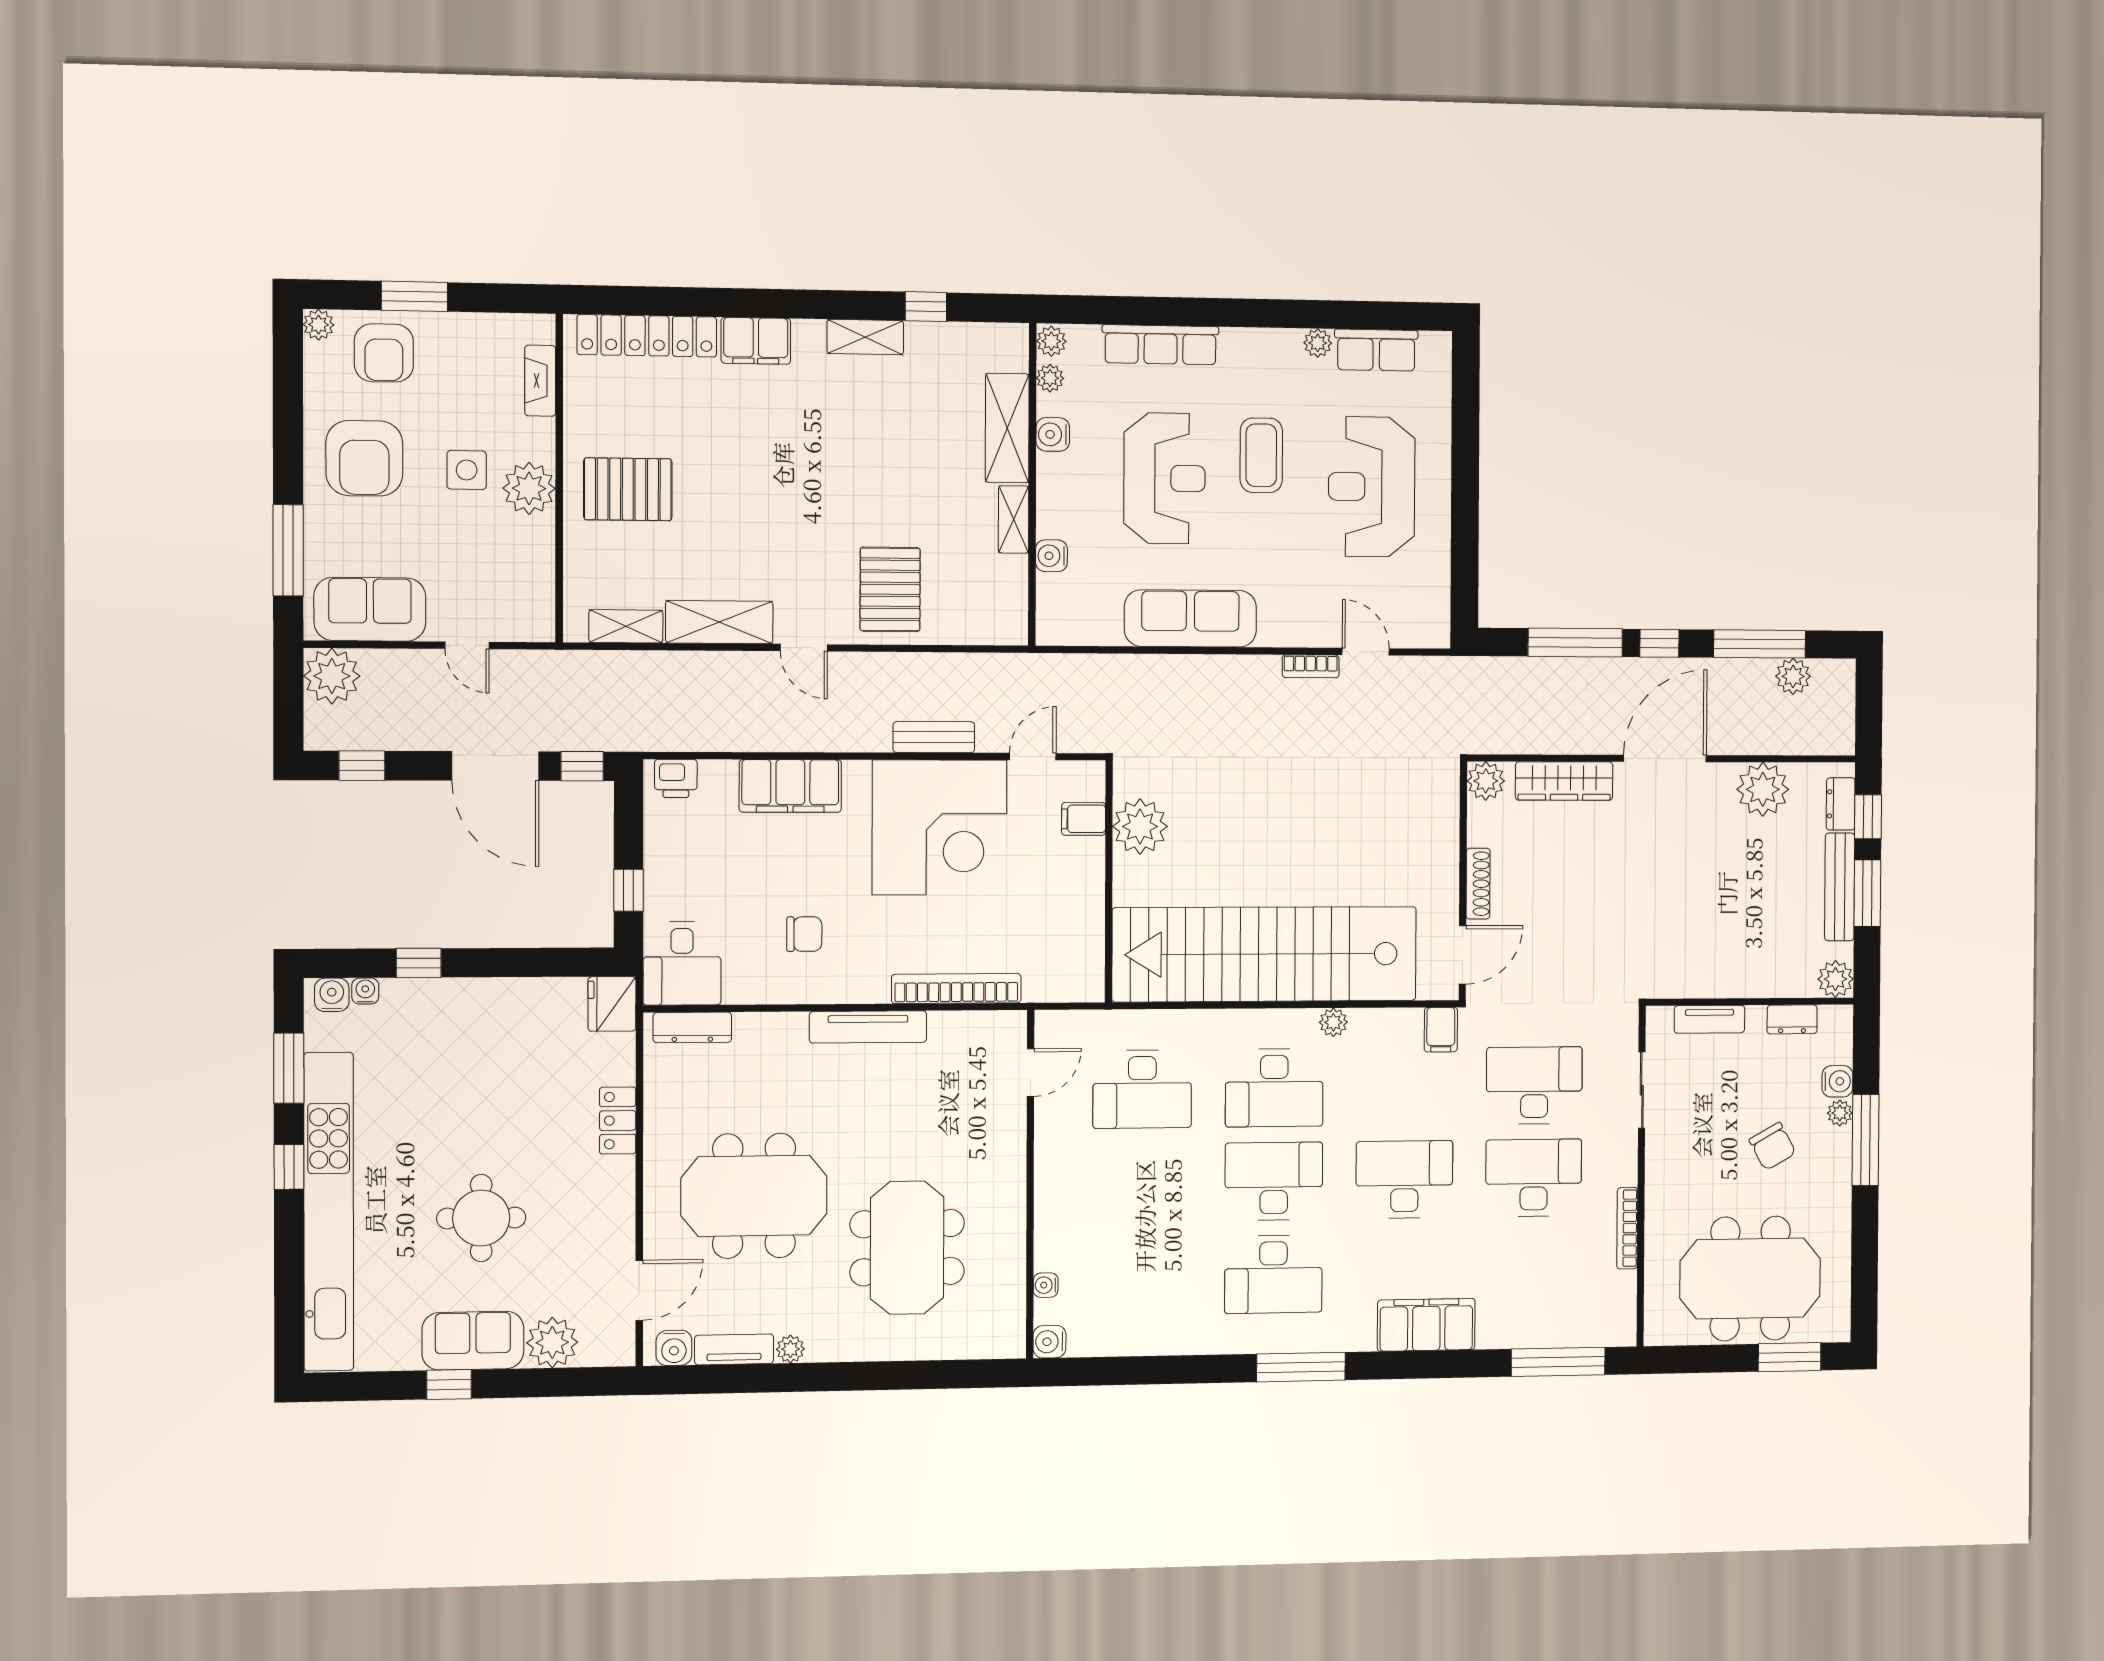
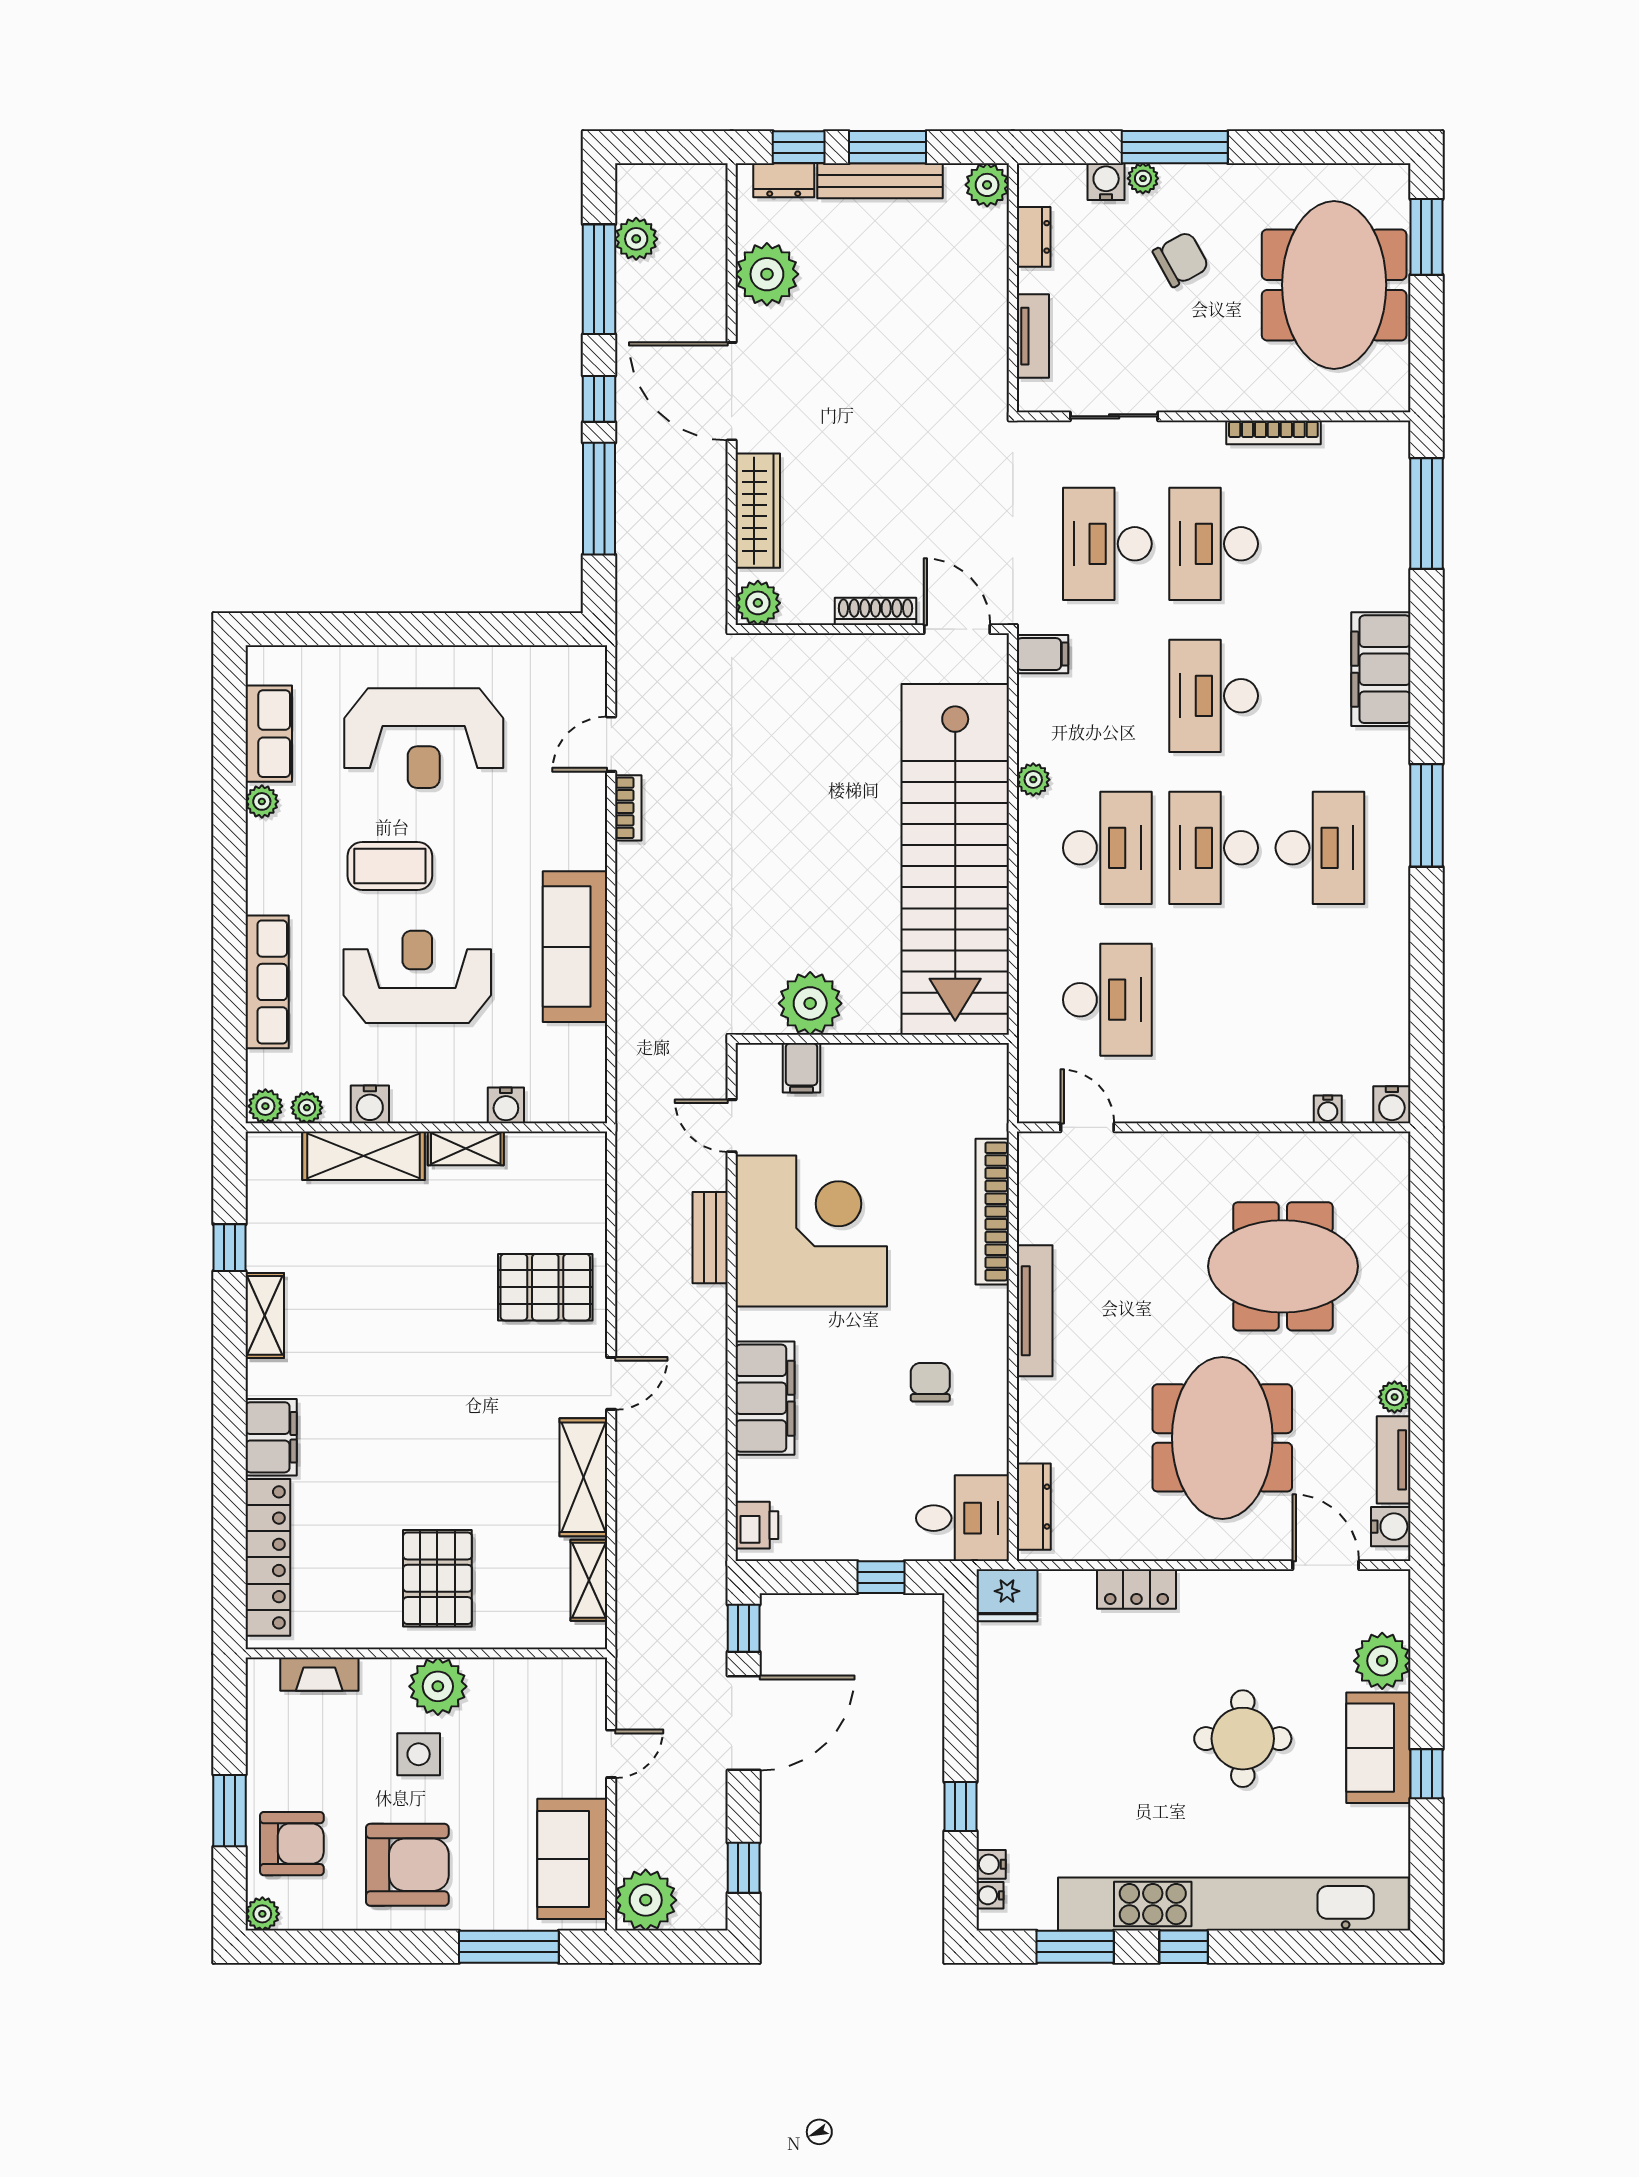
water cooler: (332, 995) -> (990, 1895), width x0.72, depth x0.72

